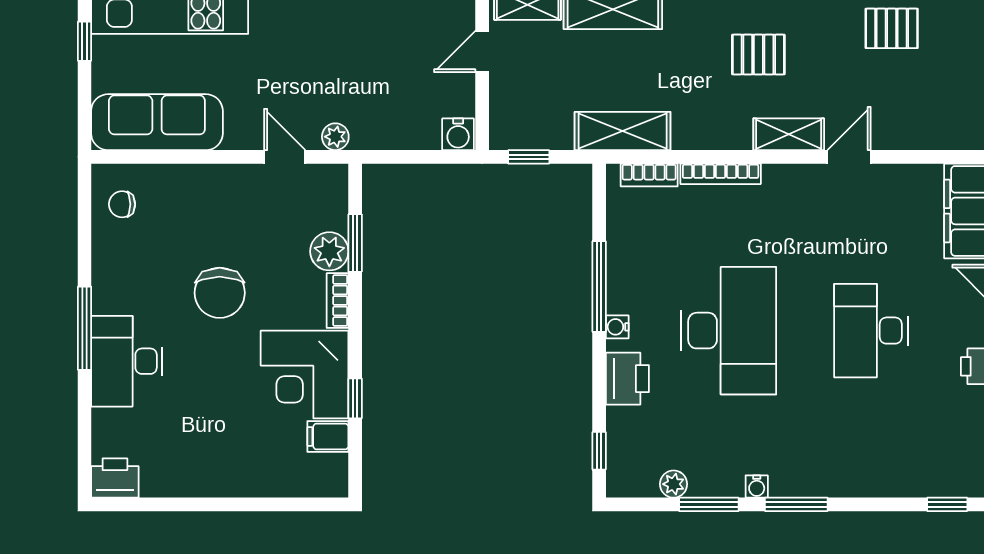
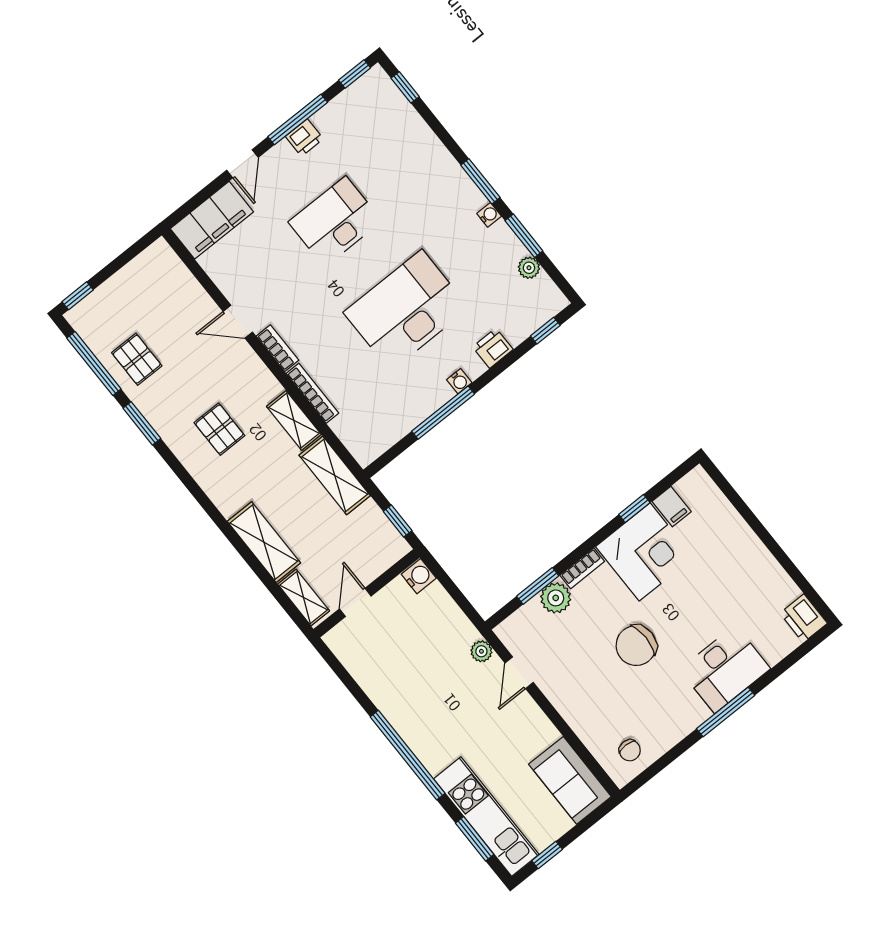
door: (482, 52) -> (355, 602), swing flipped
sofa: (157, 122) -> (570, 780), width x0.73
shelving: (789, 134) -> (294, 420), moved
bookcase: (649, 175) -> (278, 348), moved
chair: (220, 293) -> (636, 645), turned 180
desk: (871, 331) -> (335, 221), turned 180
printer: (627, 379) -> (493, 348), width x0.73, depth x0.81

